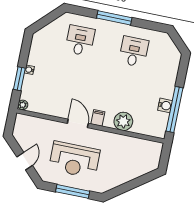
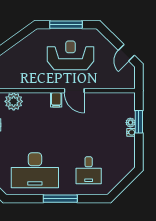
desk: (134, 52) -> (35, 170), width x1.87, depth x1.30
plant: (23, 105) -> (130, 123), moved
plant: (123, 121) -> (14, 101), moved
door: (25, 161) -> (126, 53), moved

